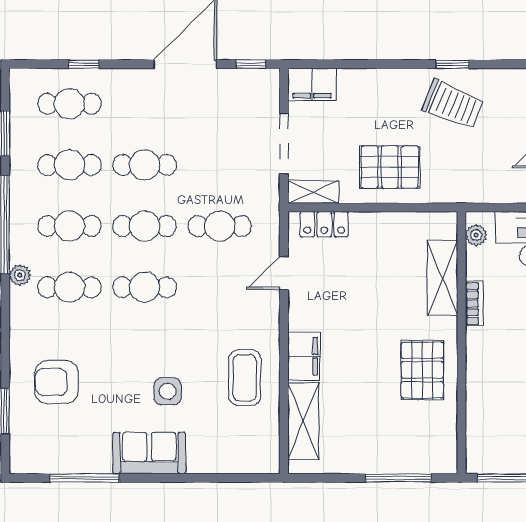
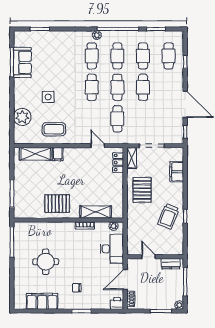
filing cabinet: (312, 84) -> (177, 172), moved
filing cabinet: (304, 356) -> (58, 154), width x0.50
armchair: (57, 382) -> (52, 50), removed
sofa: (149, 453) -> (22, 62), moved
plant: (215, 453) -> (22, 117), added

